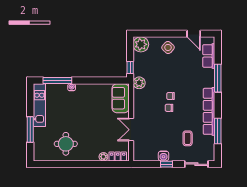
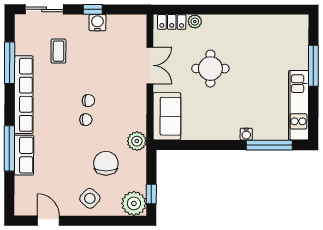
row of seats: (209, 56) -> (24, 155), moved
window: (130, 67) -> (151, 194), moved
chair: (158, 69) -> (106, 163), added
round table: (66, 144) -> (210, 69), moved

